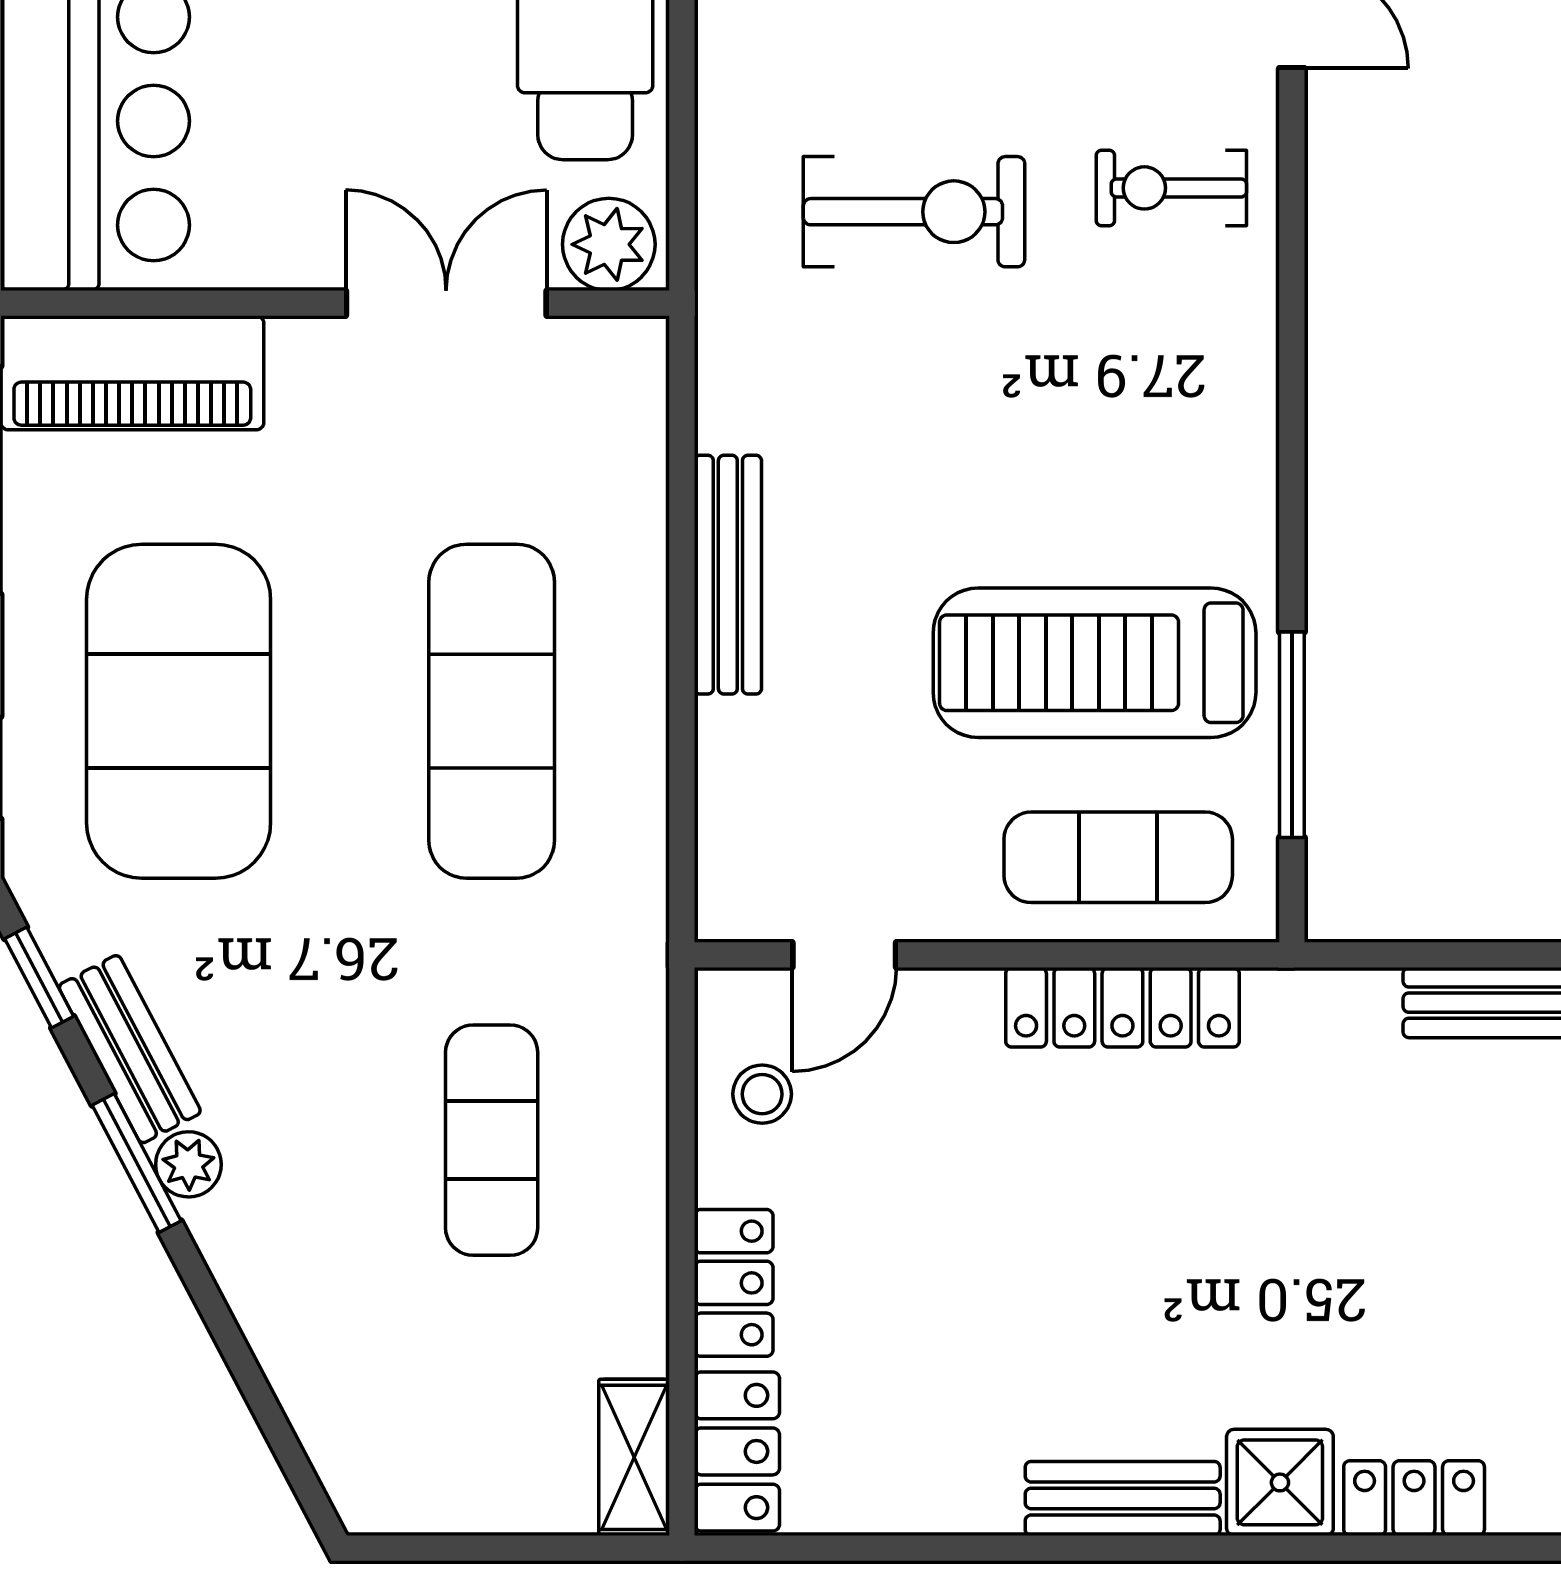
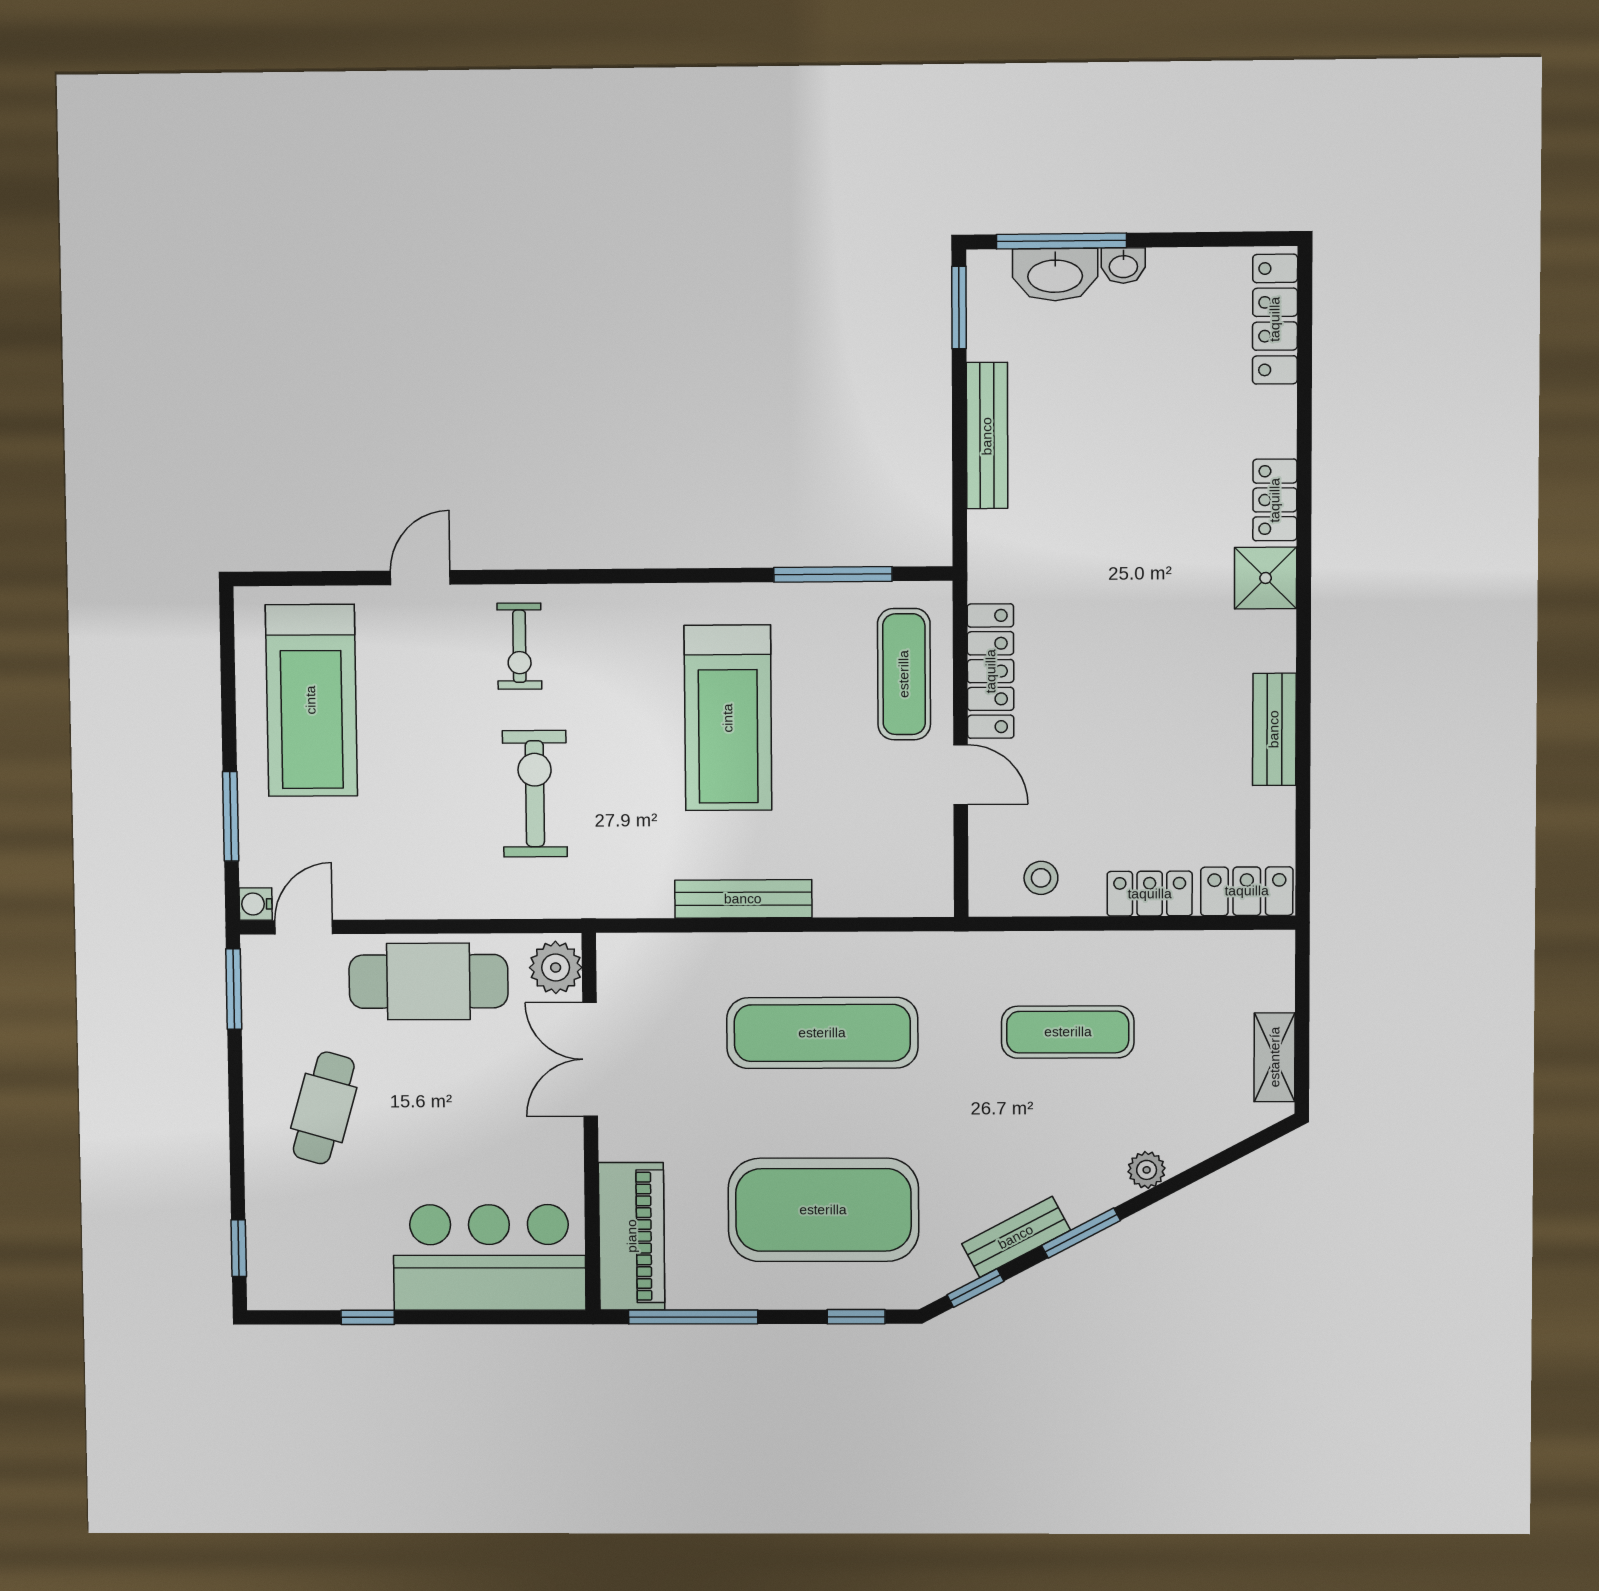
treadmill: (1095, 663) -> (728, 718), moved
door: (844, 955) -> (961, 775), moved
plant: (188, 1164) -> (1147, 1170), moved
shelving: (634, 1457) -> (1275, 1057), moved, turned 90
bench: (1123, 1498) -> (1274, 729), moved

